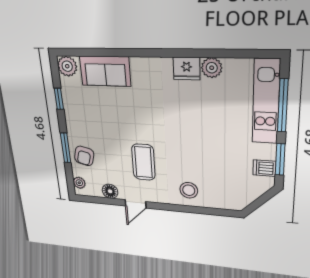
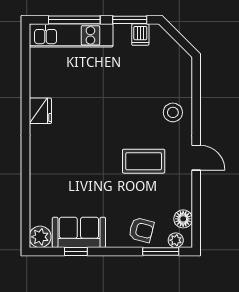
plant: (212, 68) -> (39, 87), removed
sofa: (105, 71) -> (79, 232), moved, turned -90
window: (66, 148) -> (161, 251), moved
floor lamp: (110, 191) -> (183, 219), moved
door: (136, 204) -> (196, 158), moved

